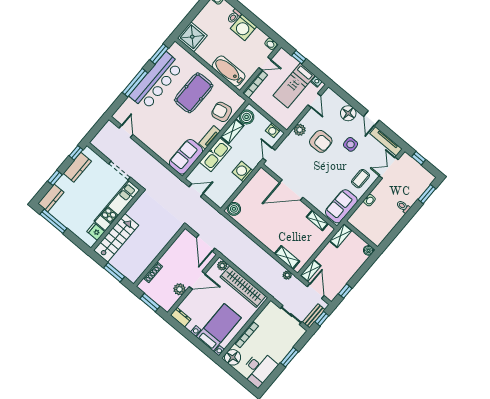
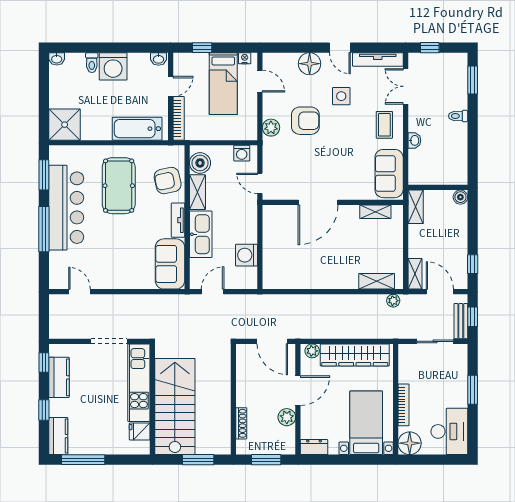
washing machine: (242, 171) -> (247, 255), moved
boiler: (234, 209) -> (272, 277), removed
stairs: (116, 238) -> (175, 407), width x1.36, depth x1.51

